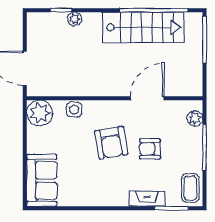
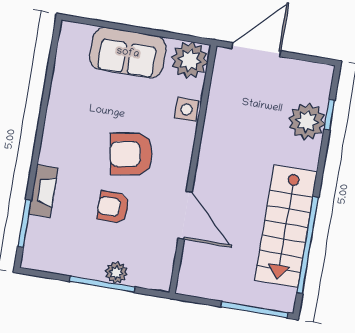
plant: (75, 19) -> (307, 121), width x1.88, depth x1.88
plant: (195, 118) -> (116, 273), moved
armchair: (150, 149) -> (113, 207), turned -90
sofa: (42, 180) -> (128, 53), moved
coffee table: (190, 188) -> (49, 255), removed

